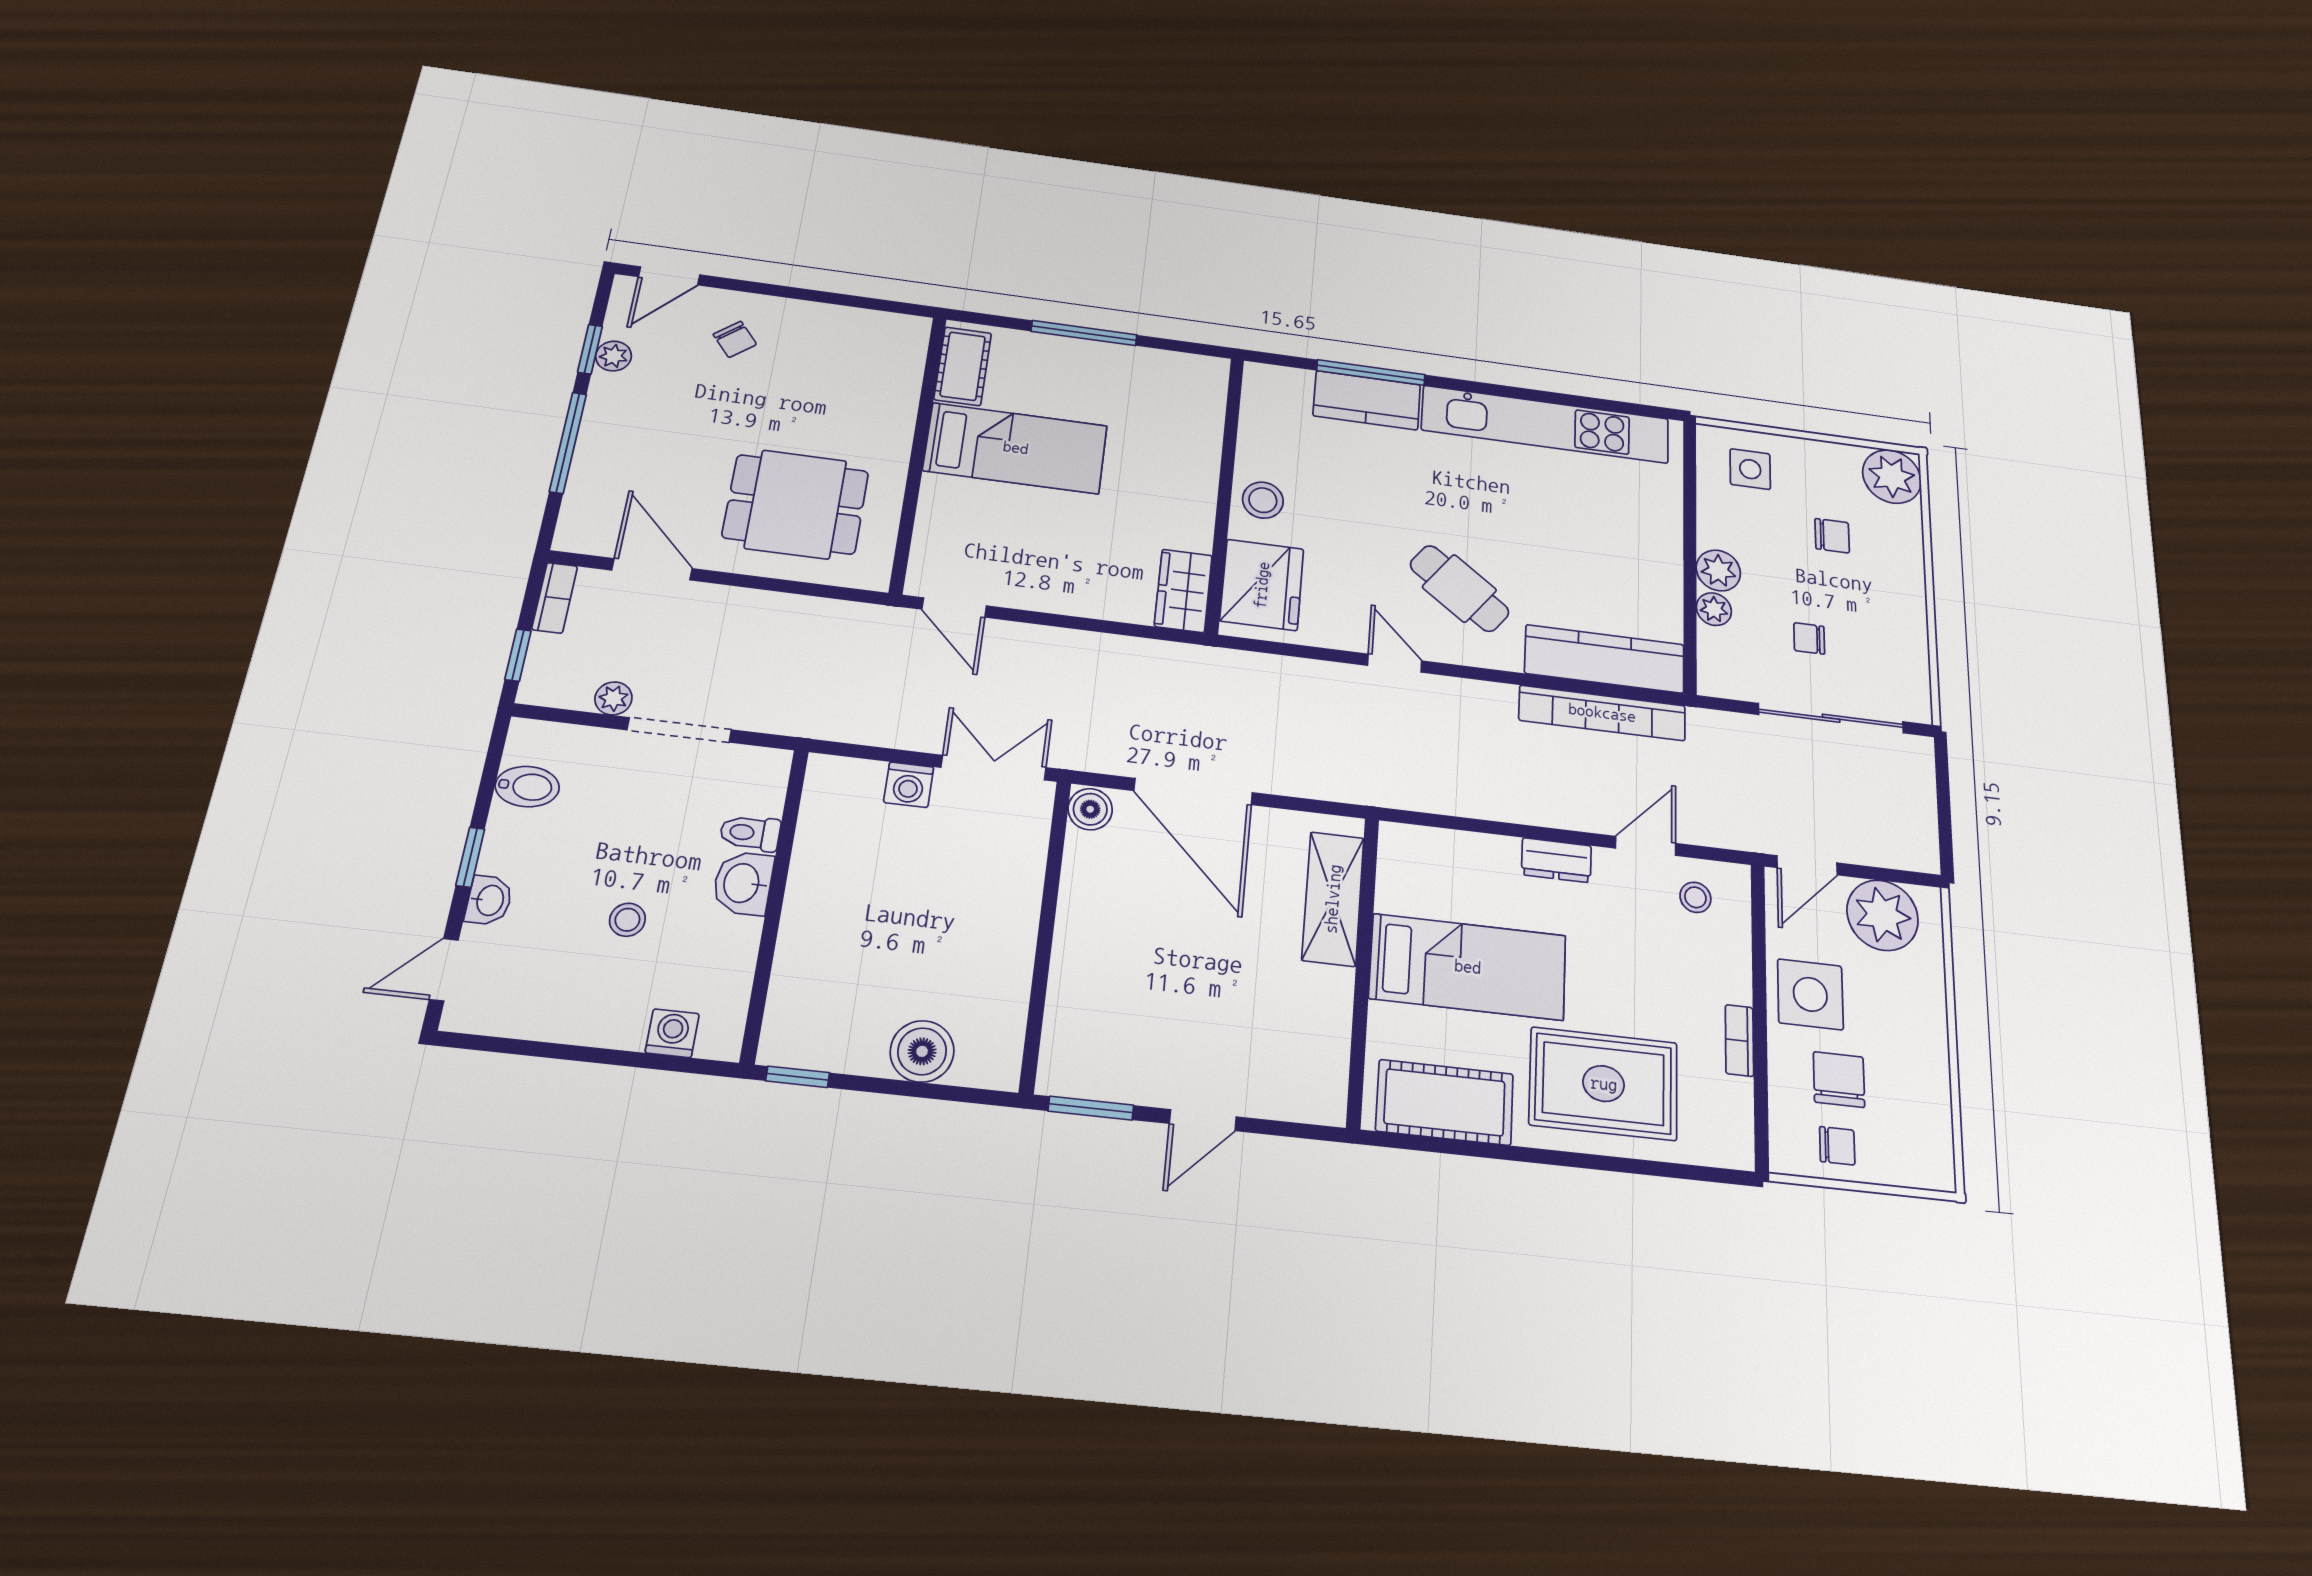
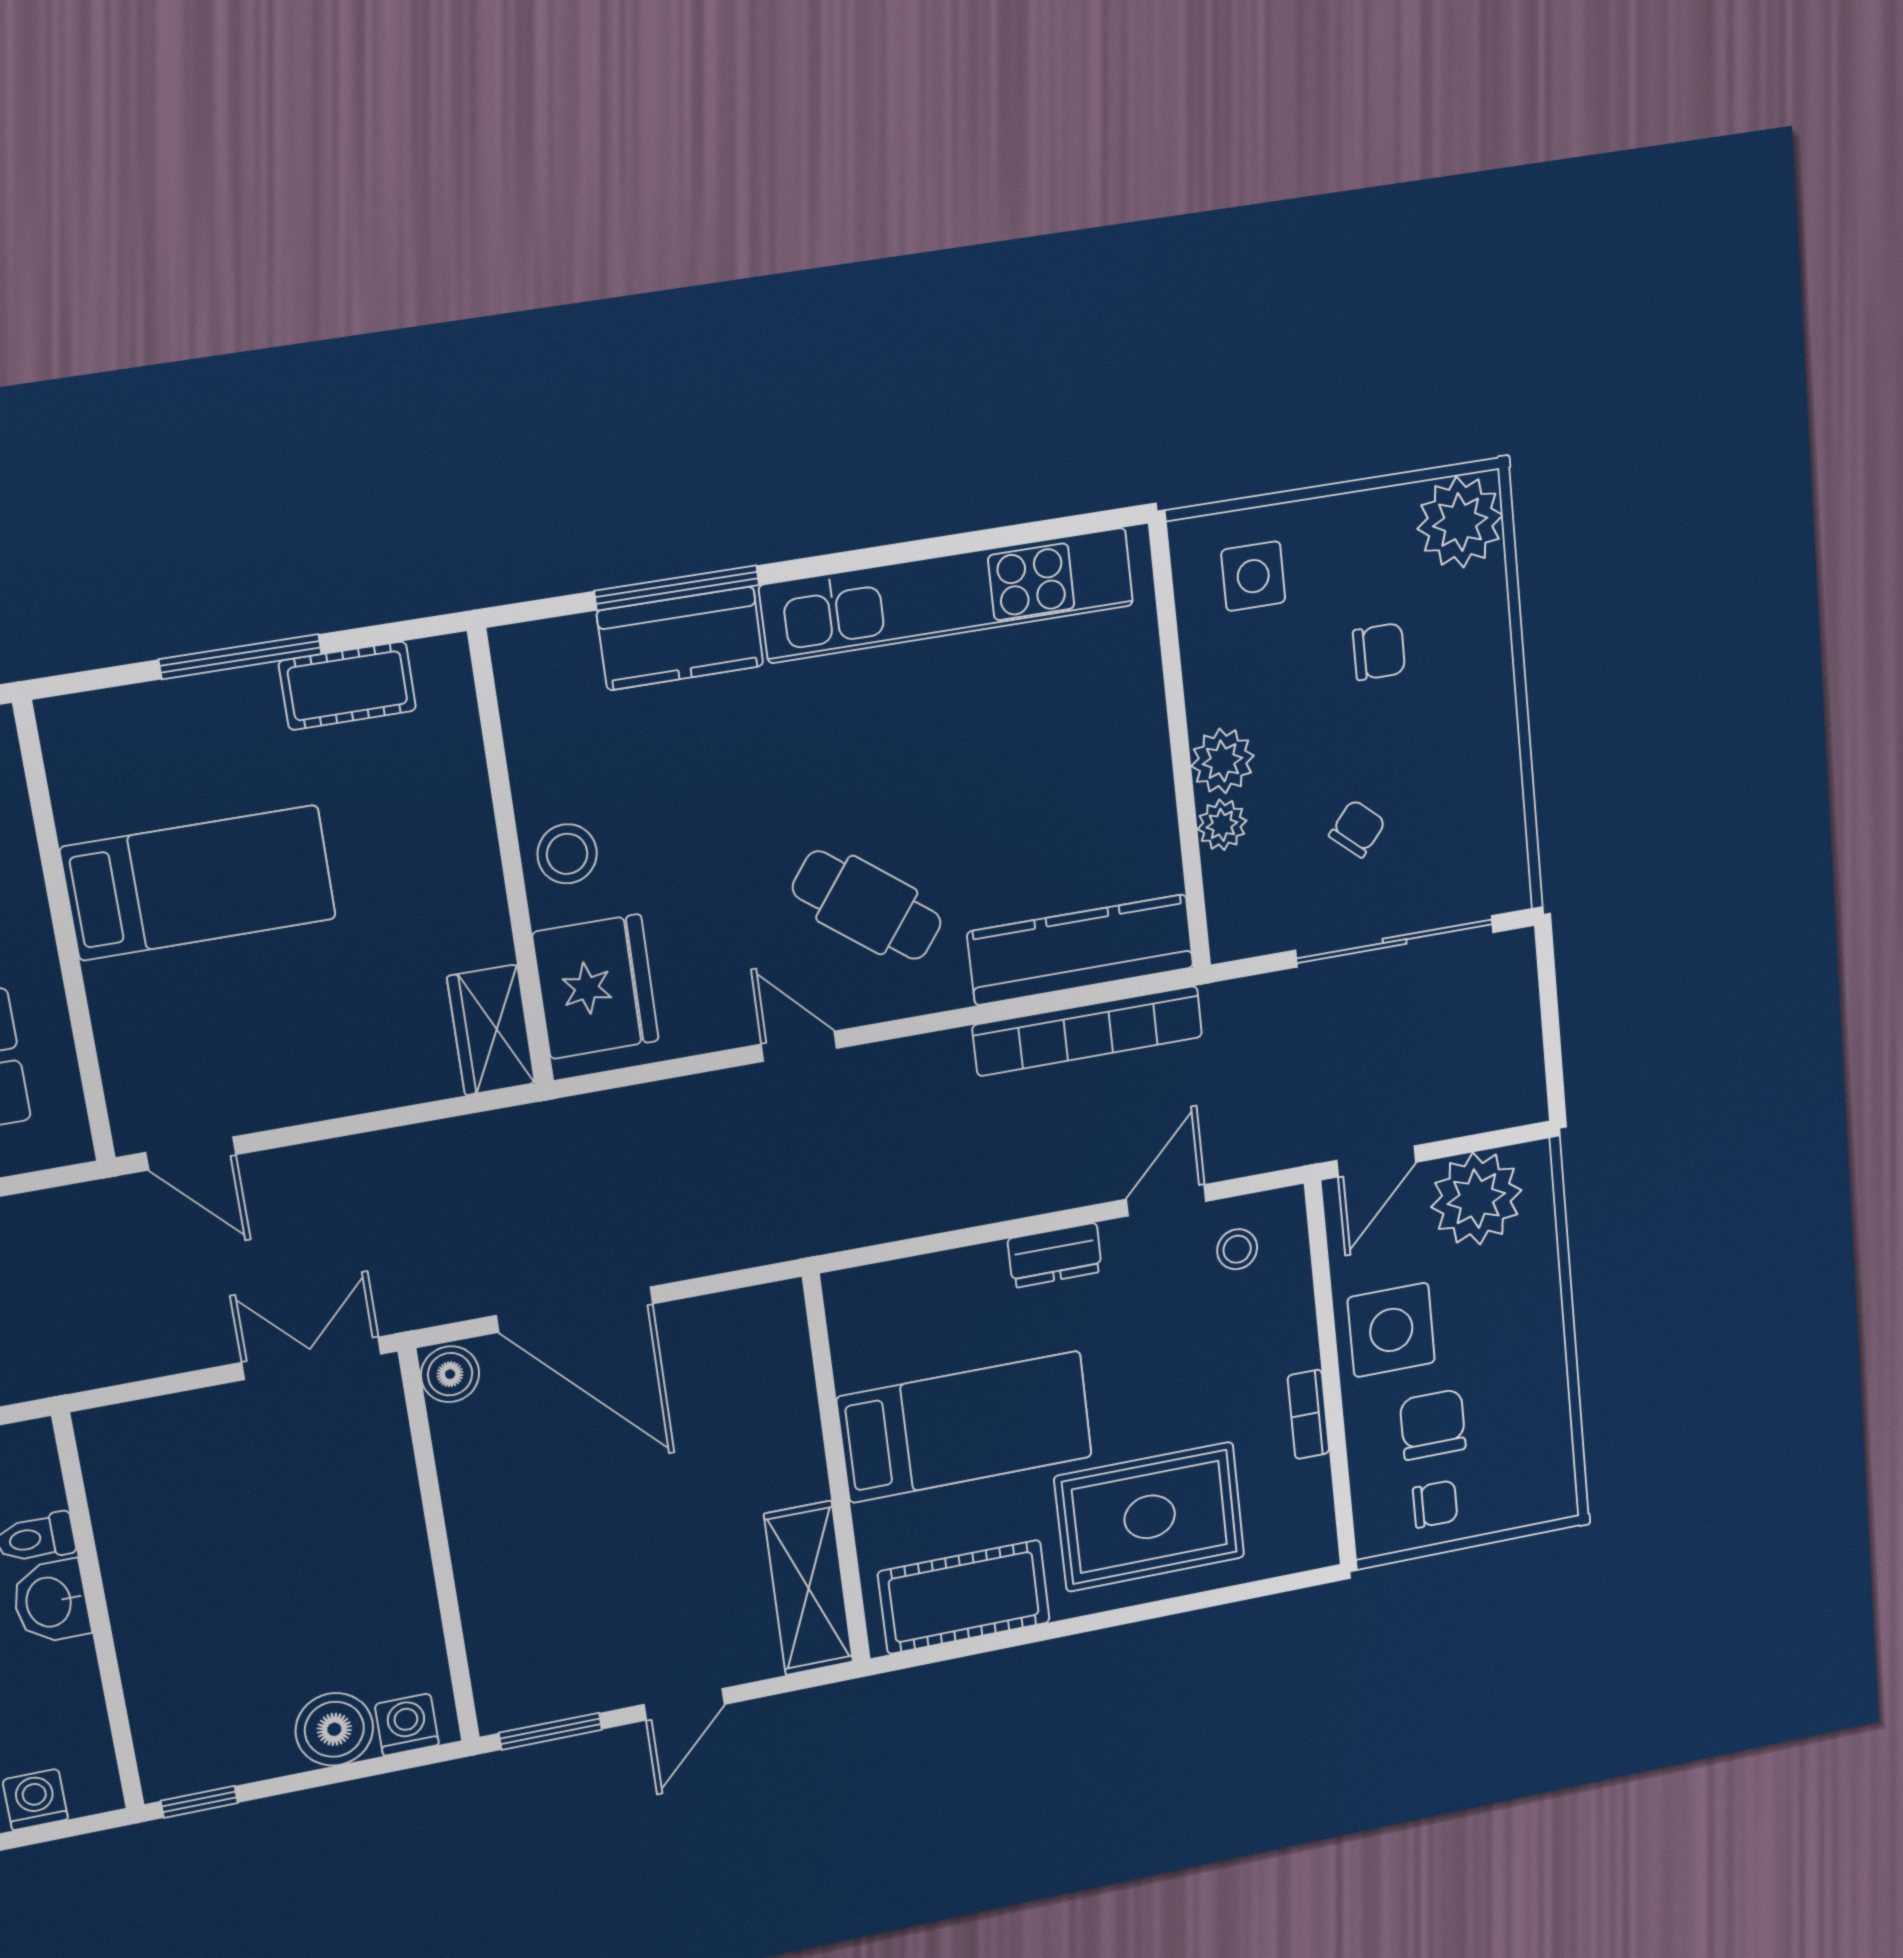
cot: (963, 366) -> (347, 686), moved, turned 90
chair: (1809, 638) -> (1357, 829), turned 131
washing machine: (909, 785) -> (407, 1725), moved, turned 180
shelving: (1333, 899) -> (809, 1588), moved

